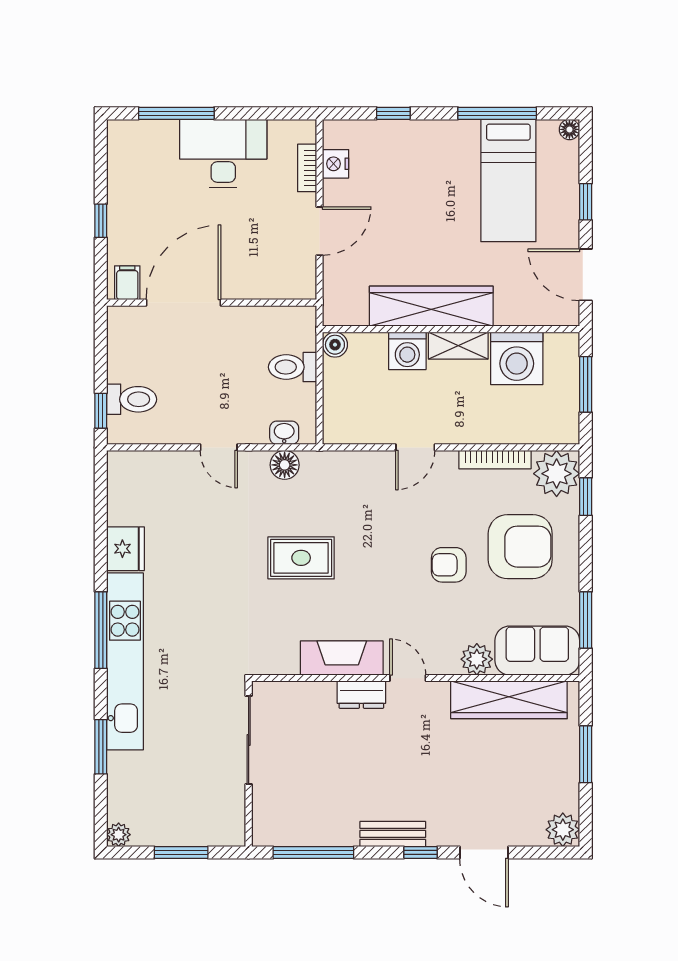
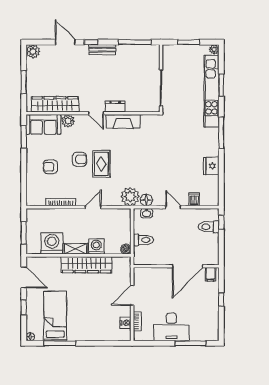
window: (393, 113) -> (102, 343), removed
dishwasher: (167, 467) -> (194, 199), added
plant: (557, 474) -> (130, 197), moved
window: (586, 497) -> (24, 187), removed
armchair: (520, 547) -> (50, 167), width x0.53, depth x0.53
rug: (301, 558) -> (101, 164), moved, turned 90
kitchen unit: (125, 661) -> (211, 91), moved

